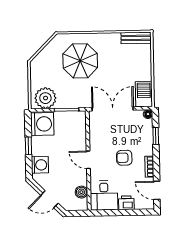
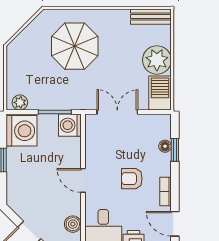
plant: (141, 70) -> (157, 60), added
plant: (45, 98) -> (20, 102), width x0.53, depth x0.53
double door: (113, 109) -> (117, 112), width x0.73
floor lamp: (148, 114) -> (165, 146), moved
washing machine: (40, 165) -> (70, 125), moved, turned 180

